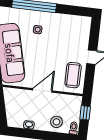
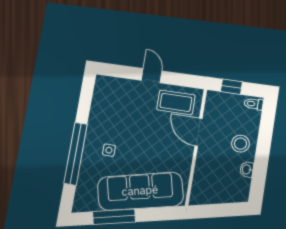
door: (42, 90) -> (199, 132), moved
stool: (56, 122) -> (240, 144), moved

